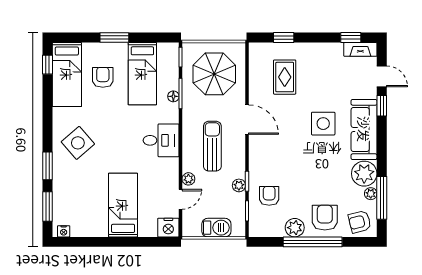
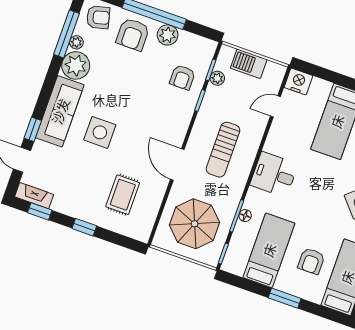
window: (284, 38) -> (84, 227), moved
plant: (188, 179) -> (260, 124), removed
plant: (239, 185) -> (217, 78), moved

